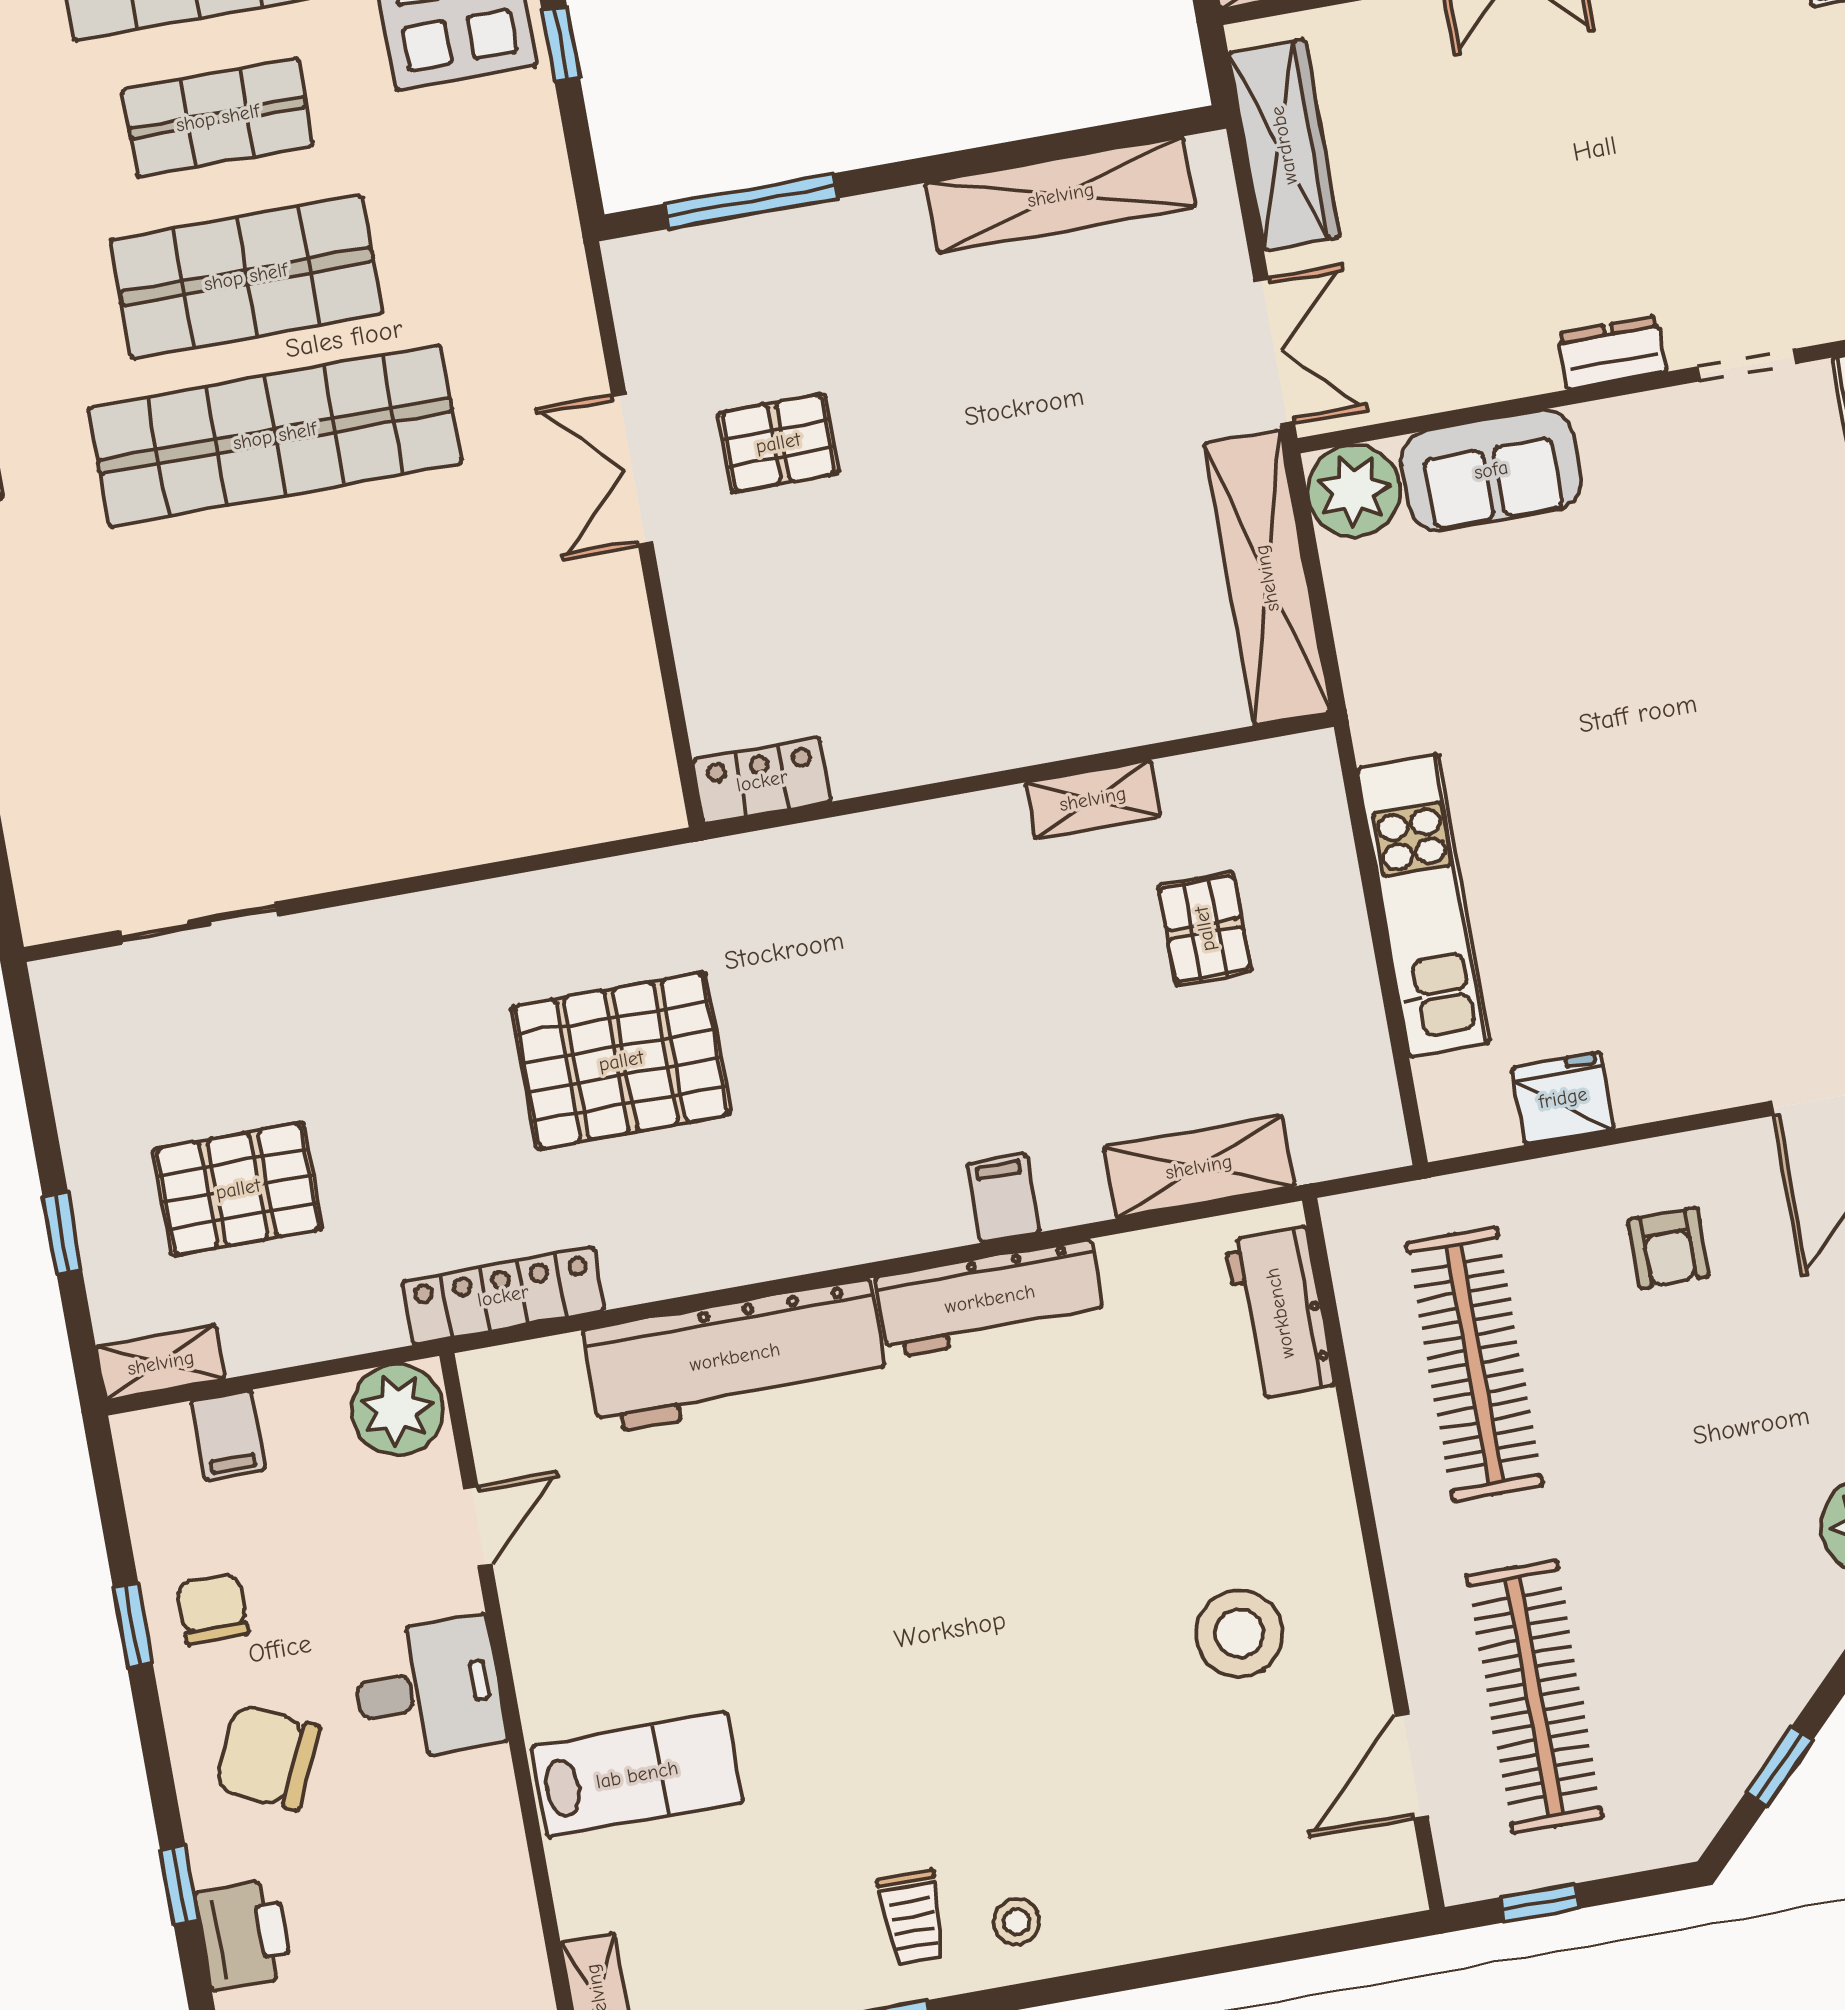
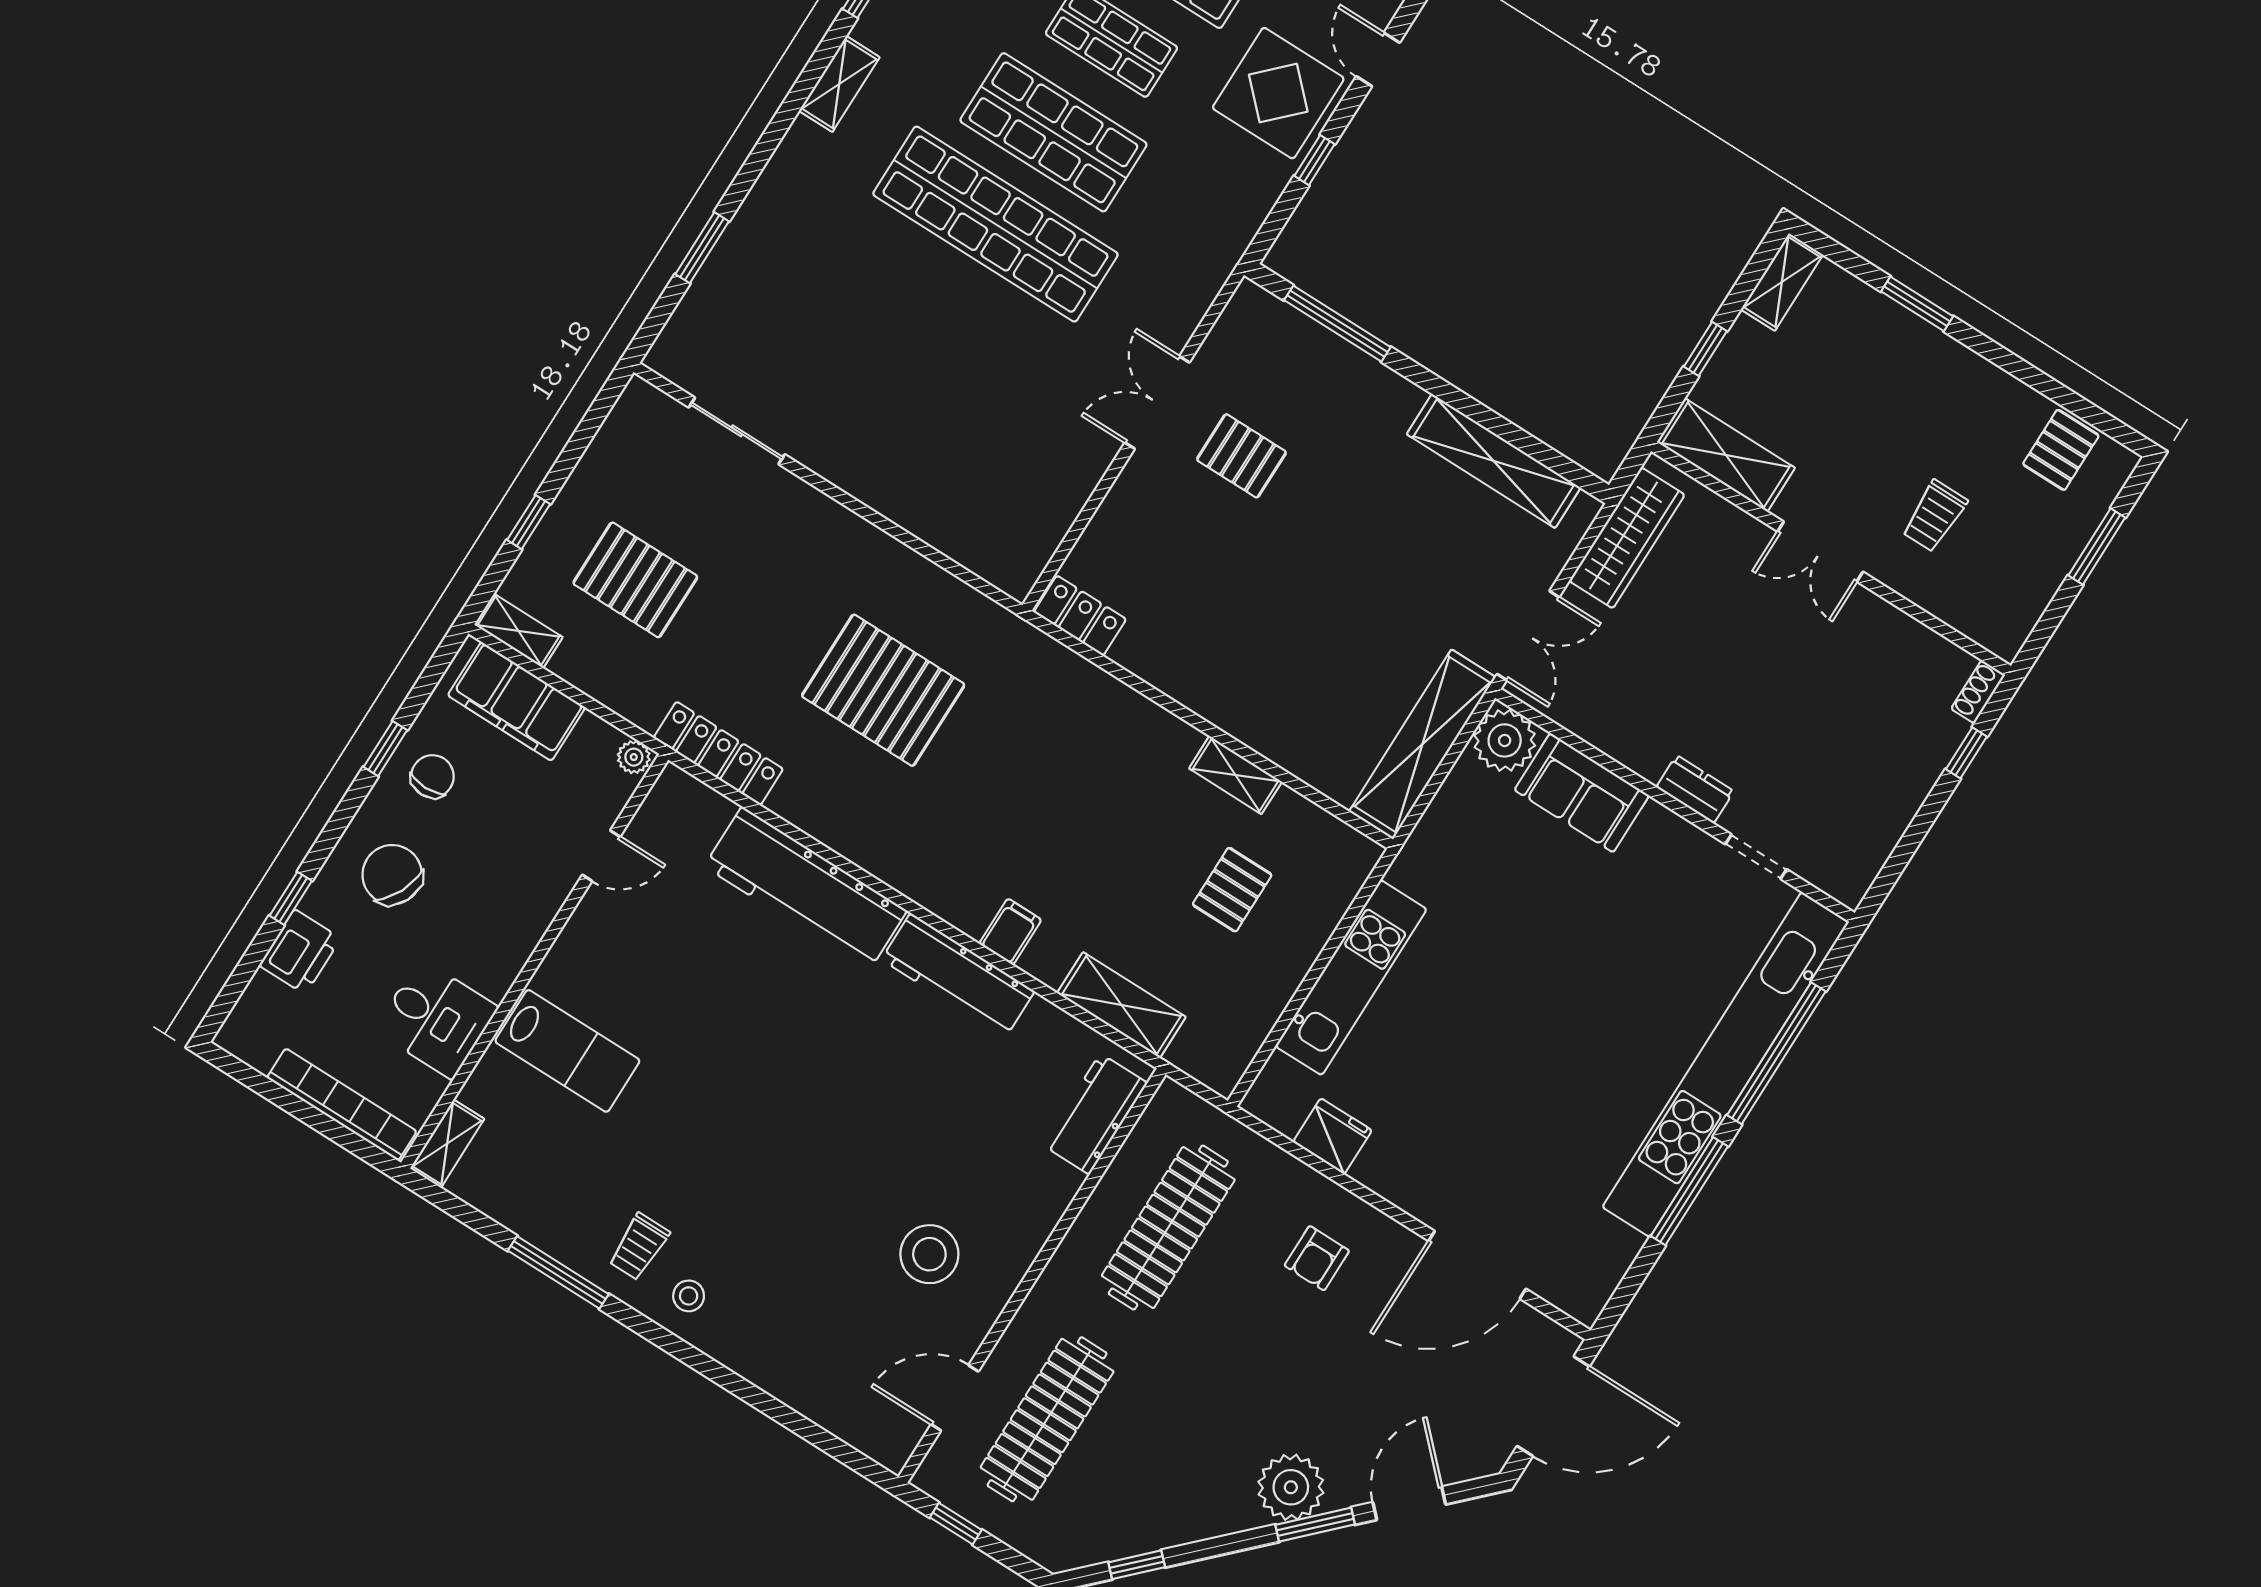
plant: (397, 1410) -> (634, 757), width x0.53, depth x0.53
filing cabinet: (228, 1435) -> (516, 701), width x3.00, depth x1.17
desk: (428, 1689) -> (436, 1019), moved

